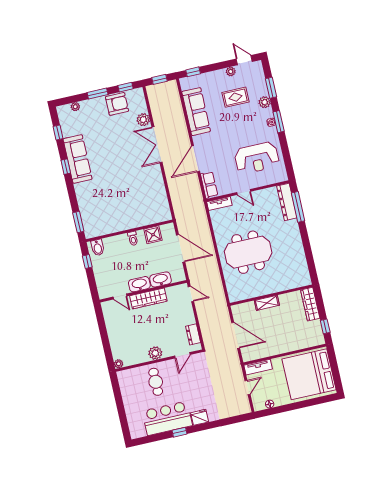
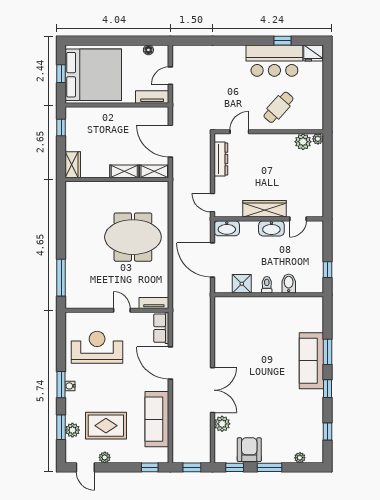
rug: (235, 97) -> (106, 426), width x1.36, depth x1.43
plant: (265, 102) -> (72, 430), moved
armchair: (117, 104) -> (249, 450), turned 90
sofa: (78, 159) -> (311, 361), moved
door: (196, 159) -> (170, 363), swing flipped
dresser: (287, 202) -> (73, 287), removed
window: (78, 222) -> (327, 352), moved
bidet: (98, 247) -> (289, 283), moved
washbasin: (160, 279) -> (227, 228), moved
door: (120, 297) -> (298, 219), swing flipped
wardrobe: (310, 304) -> (73, 165), width x0.67
shelving: (243, 308) -> (154, 171), added
dresser: (193, 334) -> (221, 159), width x1.44
plant: (155, 353) -> (303, 142), moved
window: (335, 369) -> (61, 74), added
cafe table: (156, 382) -> (278, 107), turned 42
fridge: (200, 417) -> (313, 53), moved
window: (180, 432) -> (283, 41), moved

